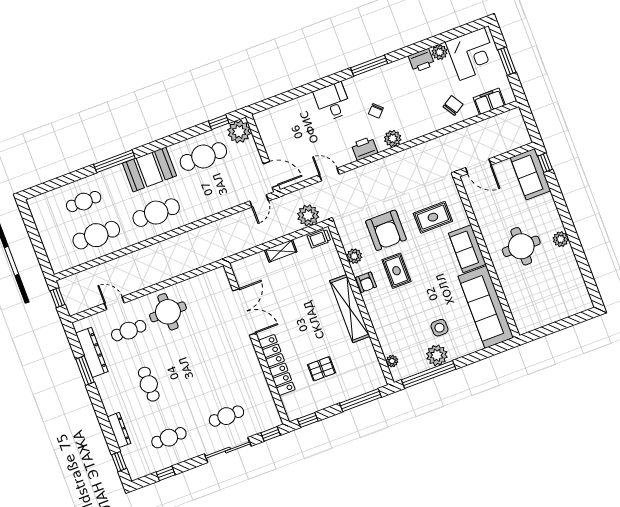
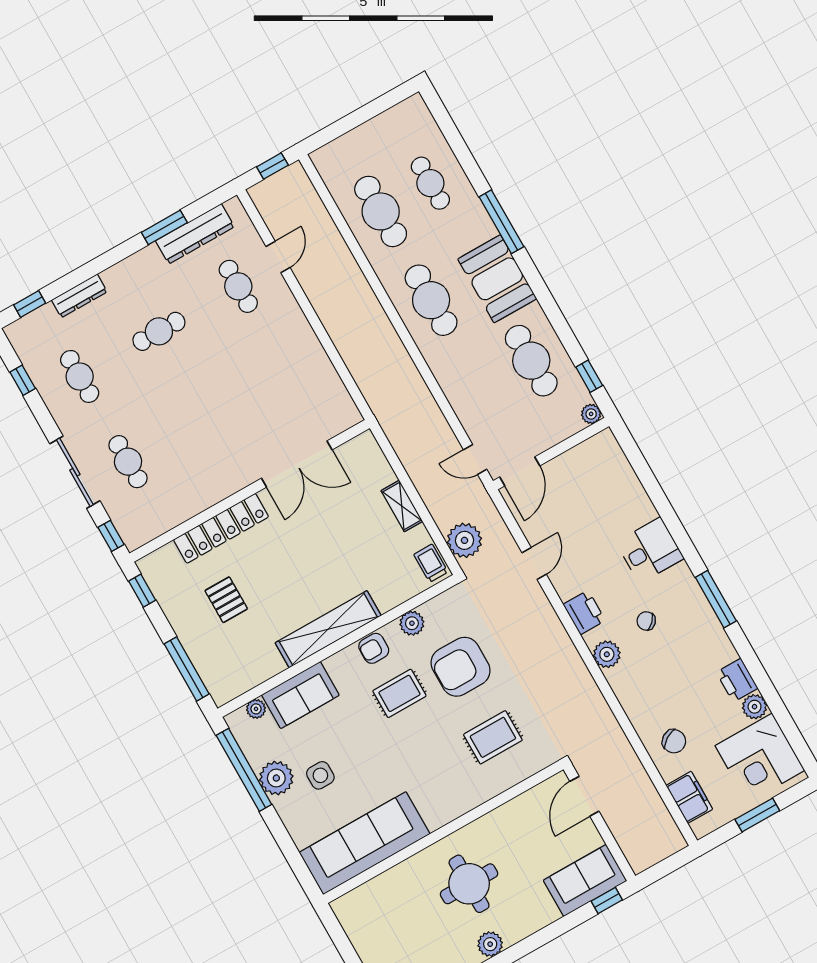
plant: (239, 132) -> (591, 414), width x0.53, depth x0.53
rug: (433, 217) -> (493, 737), turned 90
sofa: (467, 249) -> (300, 695), moved, turned 180
round table: (168, 312) -> (278, 344), removed

